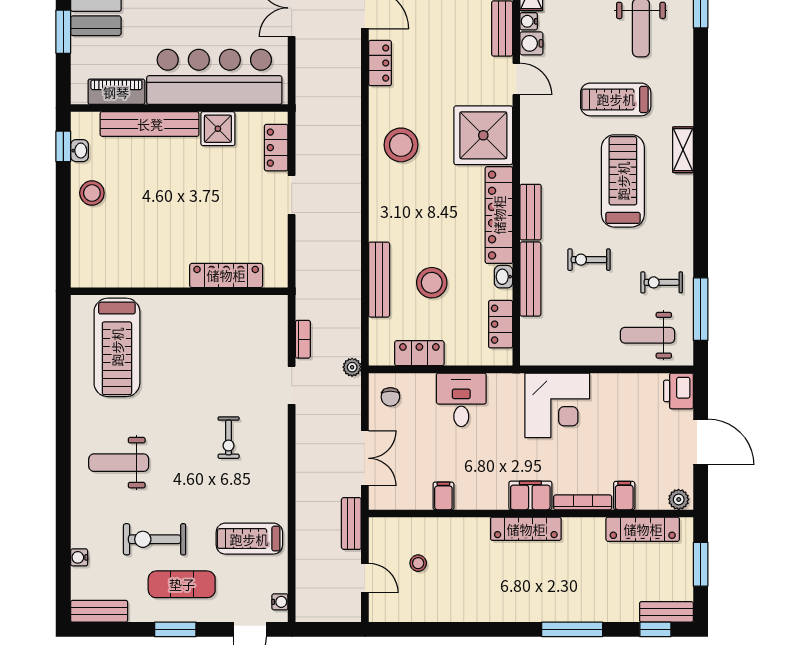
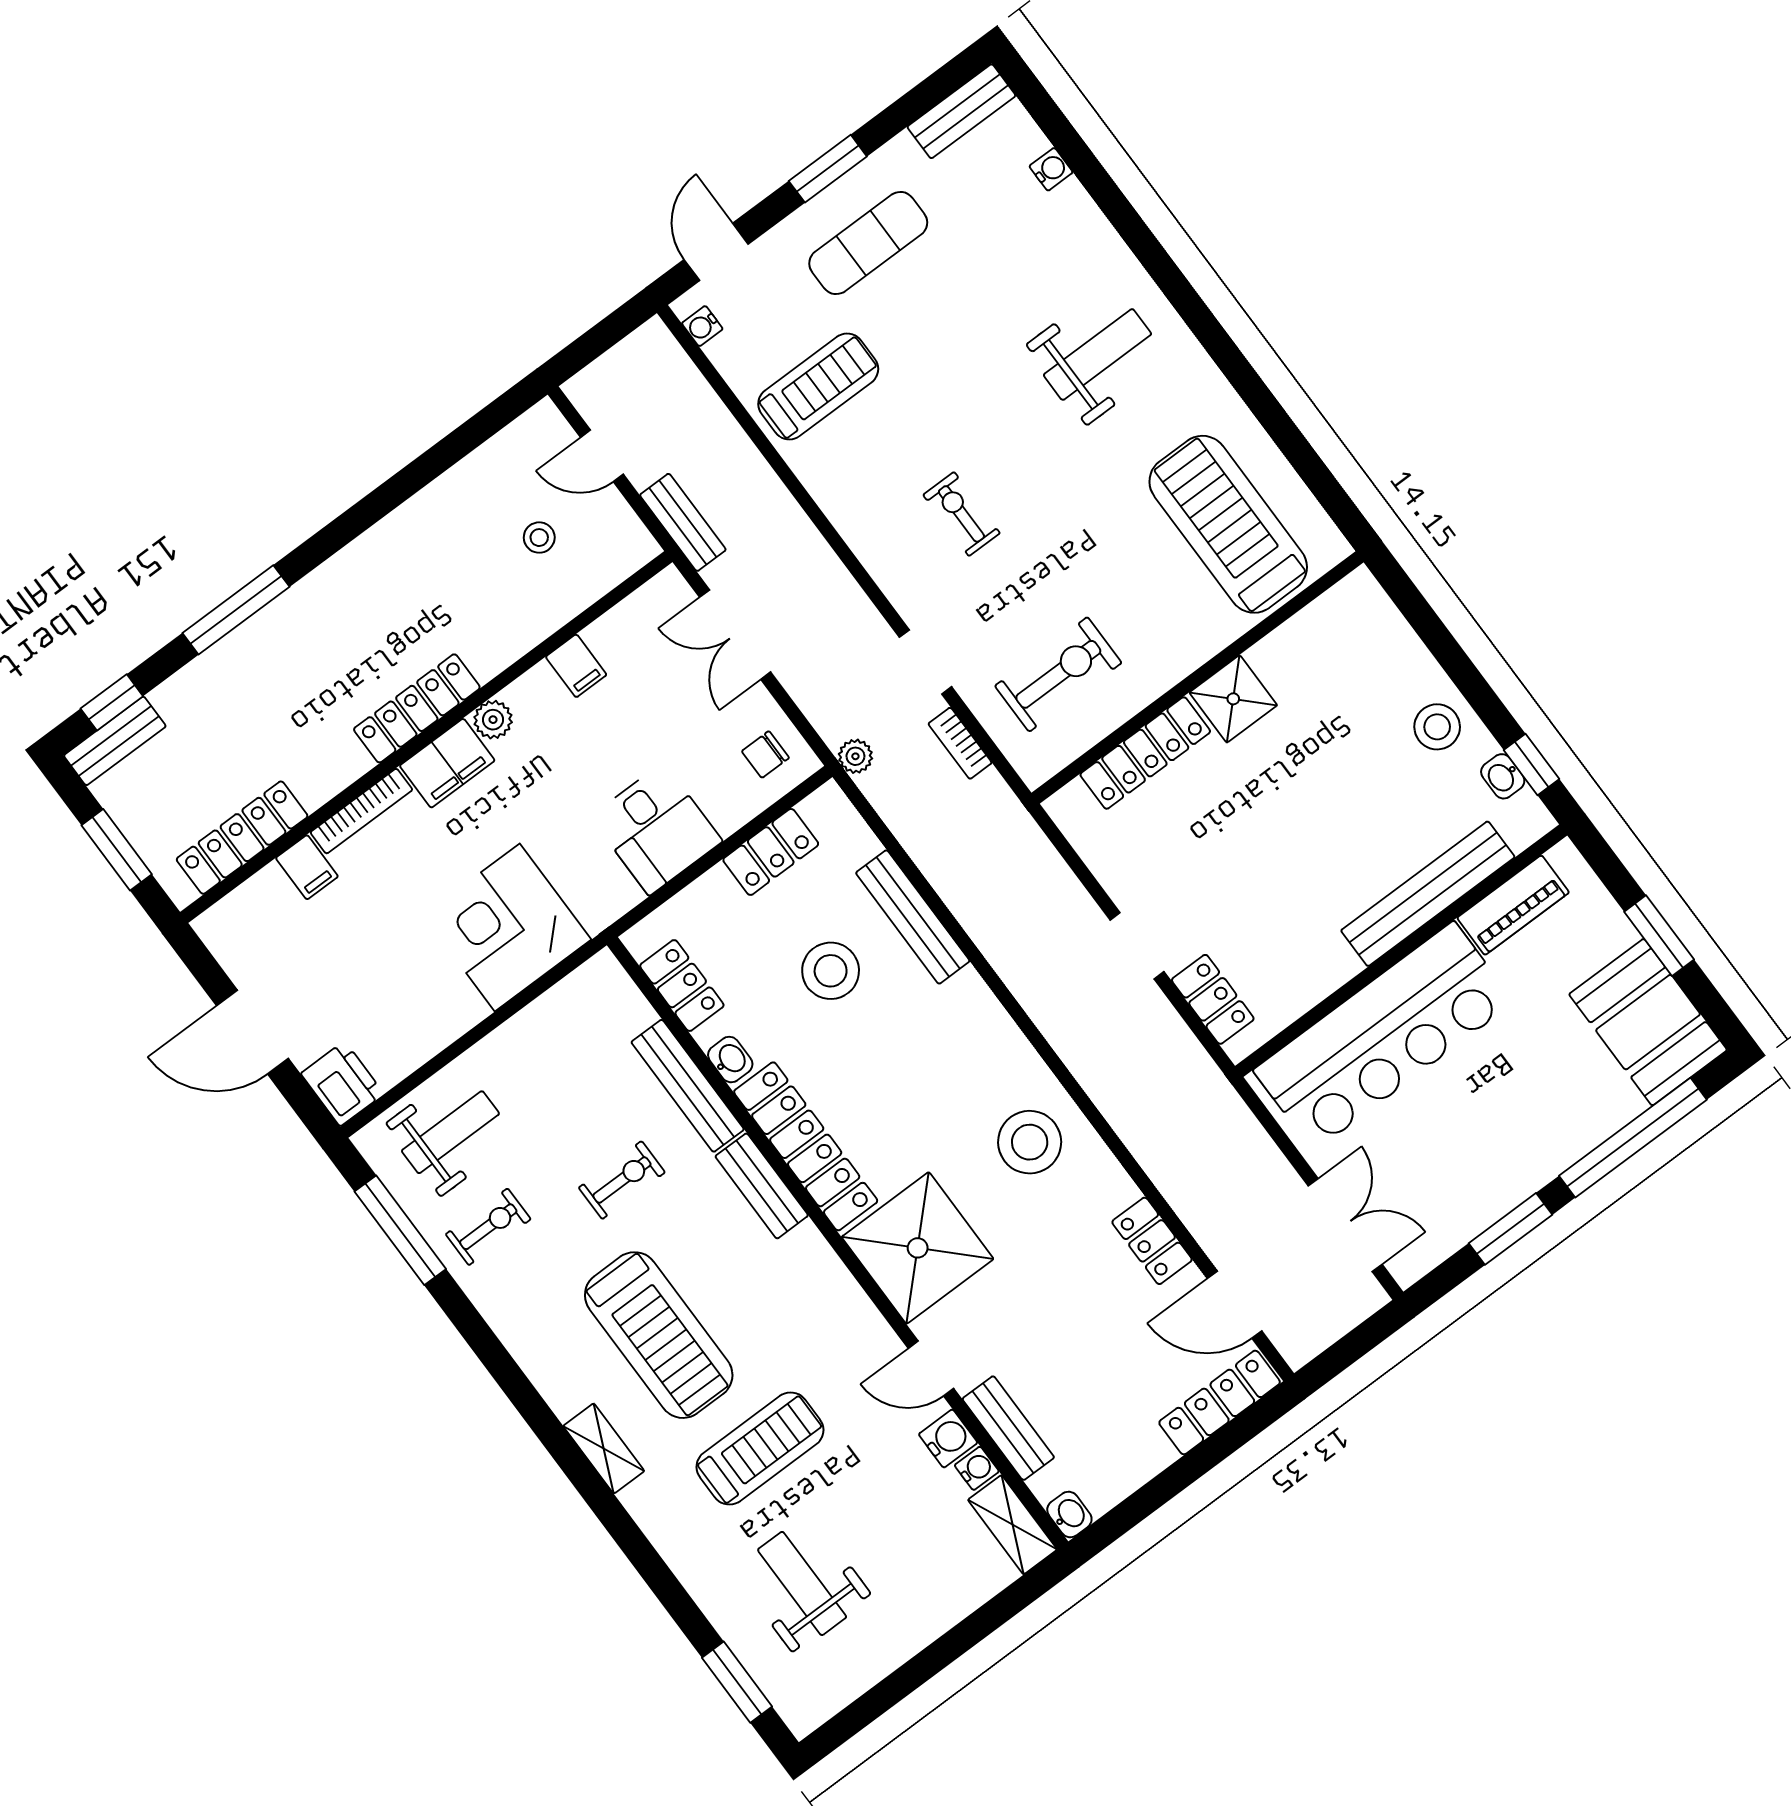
shower: (218, 129) -> (1233, 699), moved
chair: (390, 397) -> (765, 755), turned -90
plant: (679, 499) -> (493, 720), moved
exercise bike: (155, 539) -> (1058, 674), moved

